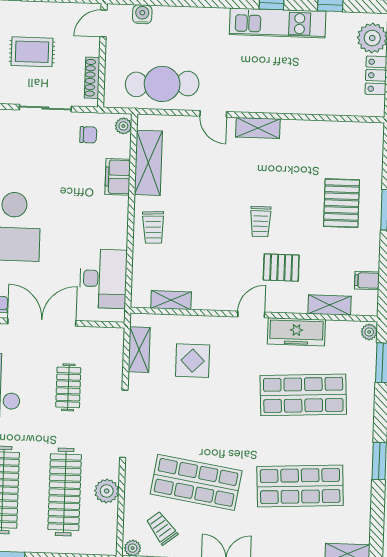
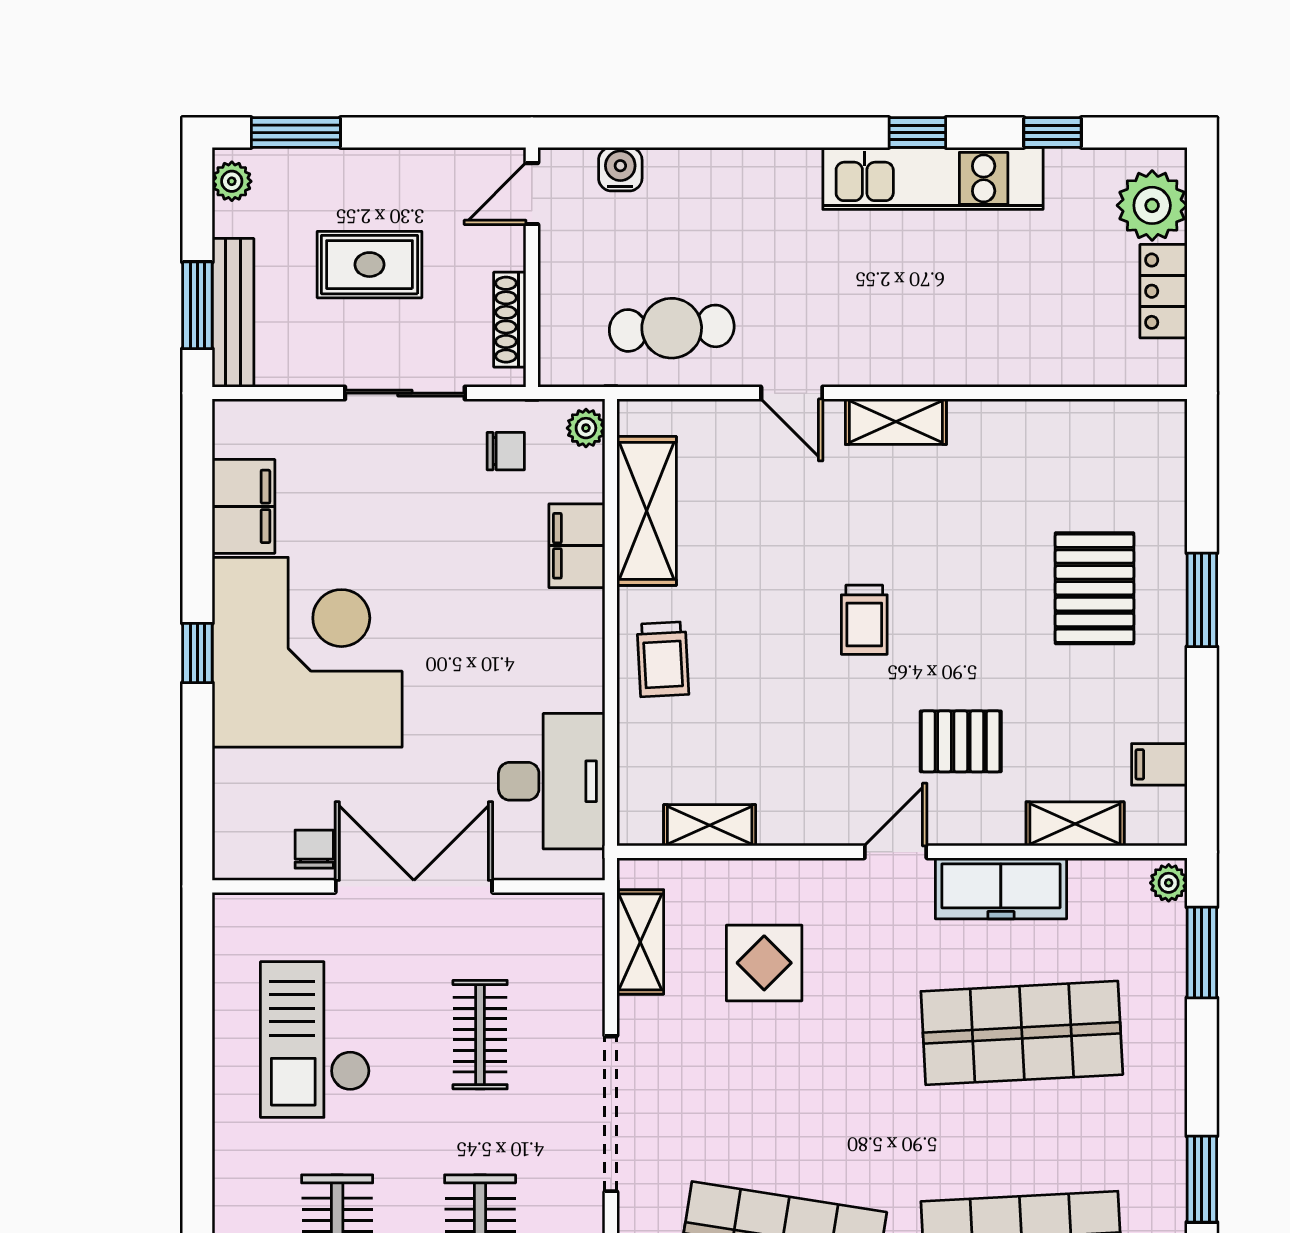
cafe table: (162, 84) -> (672, 328), width x0.73, depth x0.74
trolley: (261, 222) -> (864, 620), moved

